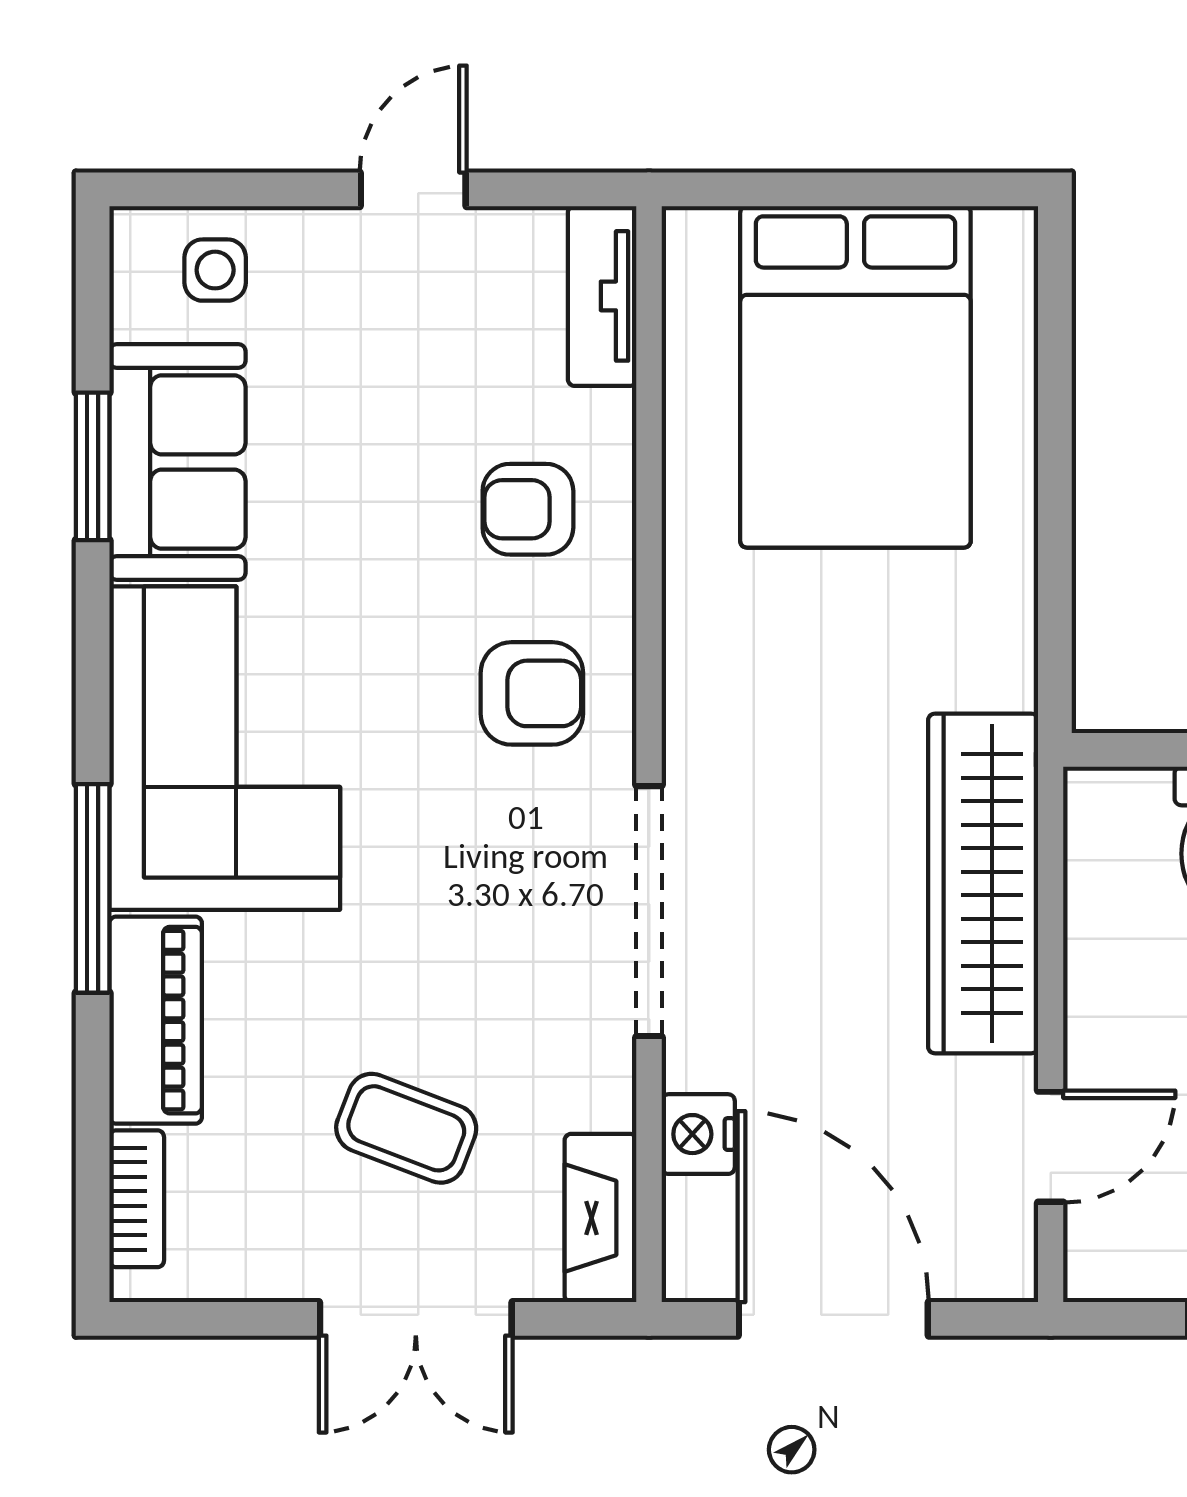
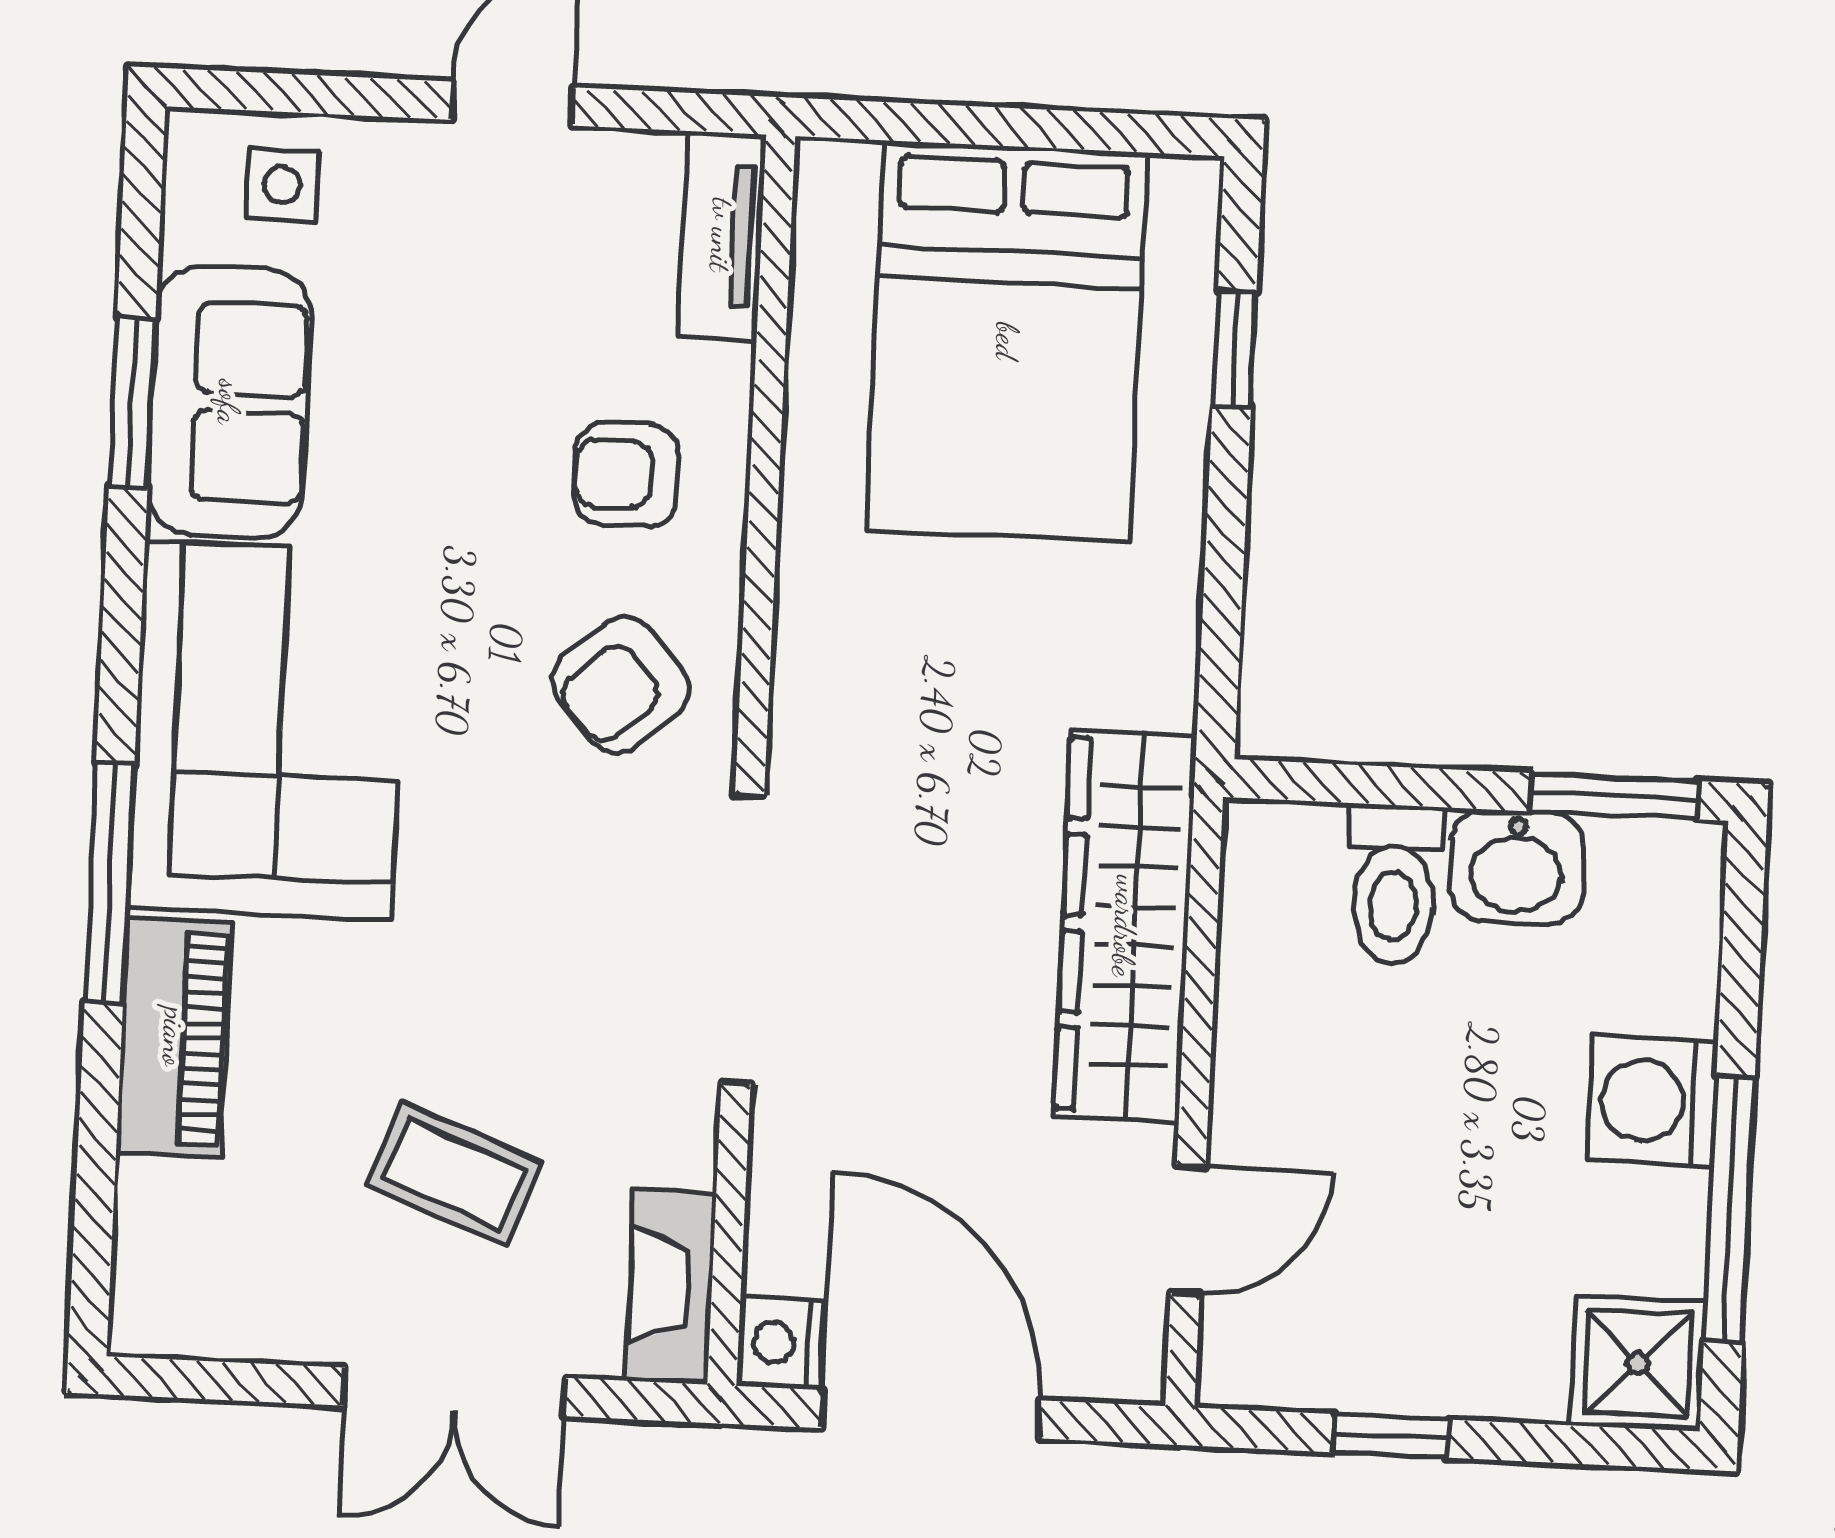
window: (1055, 374) -> (1234, 349), added
armchair: (532, 693) -> (621, 685), turned 139
nightstand: (698, 1134) -> (780, 1343), moved
bookcase: (137, 1199) -> (143, 1240), removed

